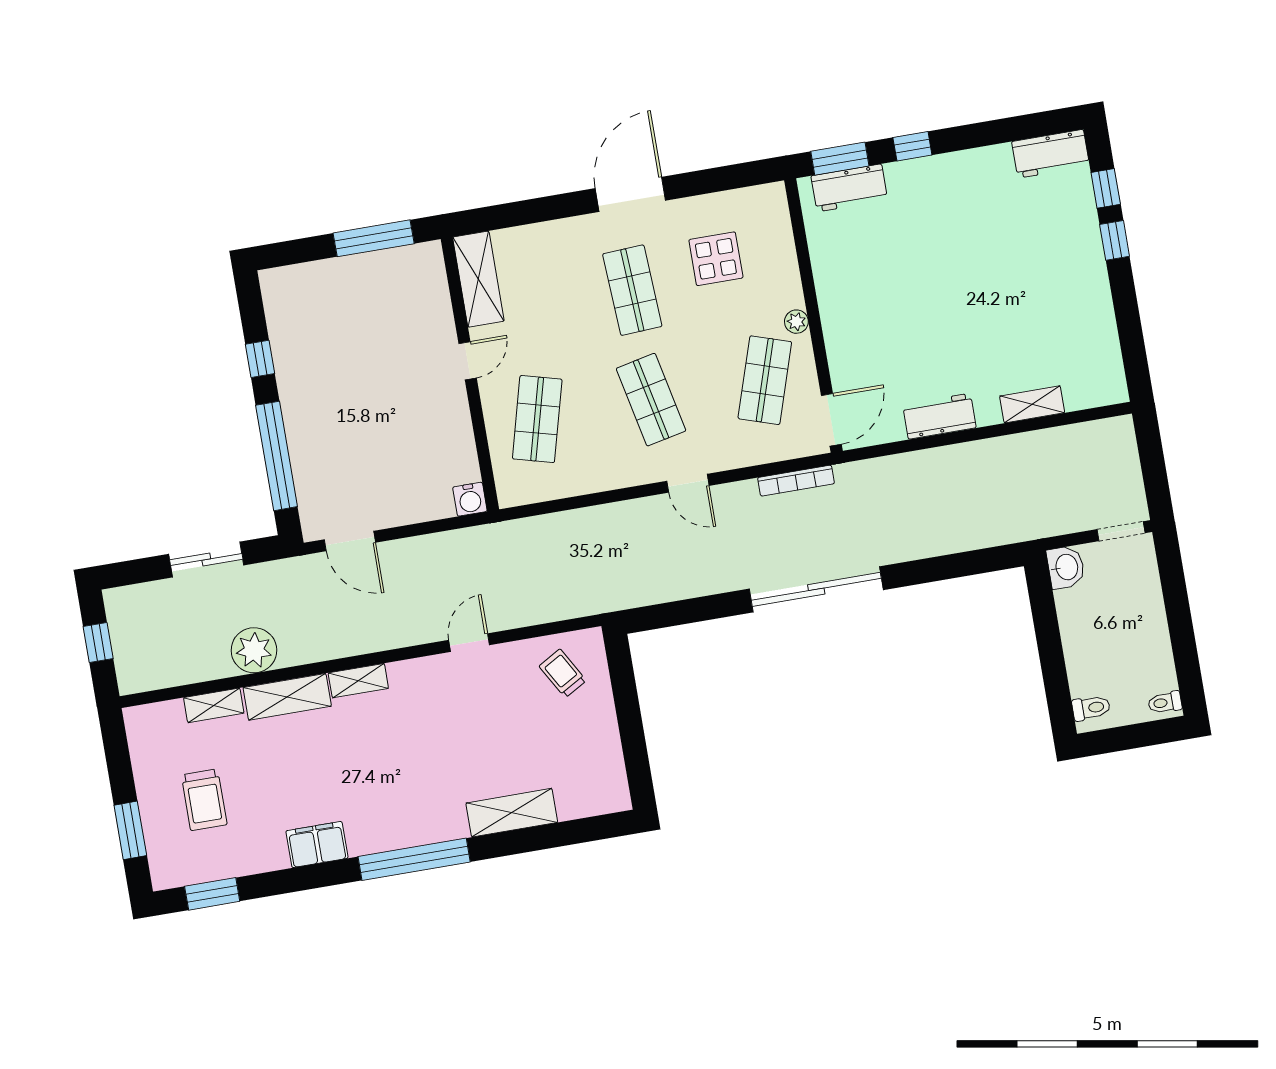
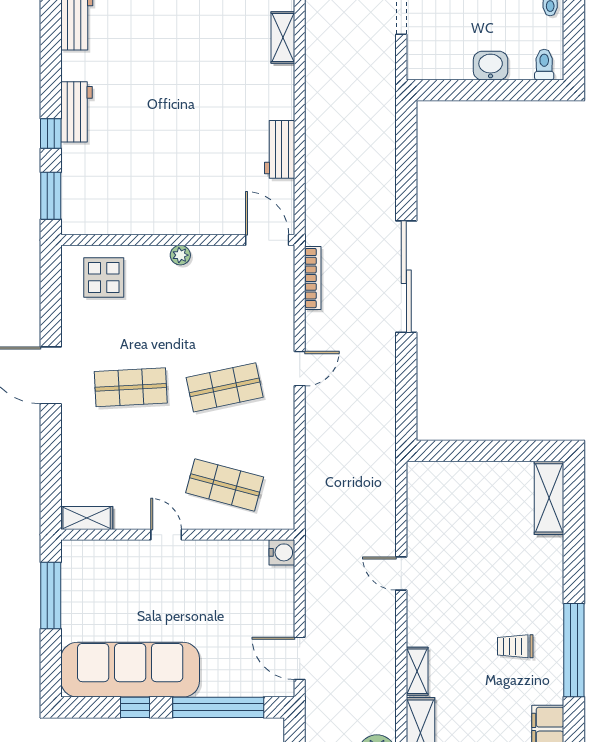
workbench: (849, 188) -> (76, 112), moved
display table: (716, 259) -> (104, 277), moved
shelving: (478, 279) -> (87, 518), width x0.67, depth x0.75
sofa: (303, 346) -> (130, 670), added
shop shelf: (765, 380) -> (225, 290), removed
shelving: (1032, 404) -> (283, 38), moved
door: (350, 541) -> (300, 658), swing flipped
washbasin: (1066, 567) -> (491, 66), moved
trolley: (563, 673) -> (515, 646), moved, turned 30
shelving: (512, 813) -> (549, 498), moved

